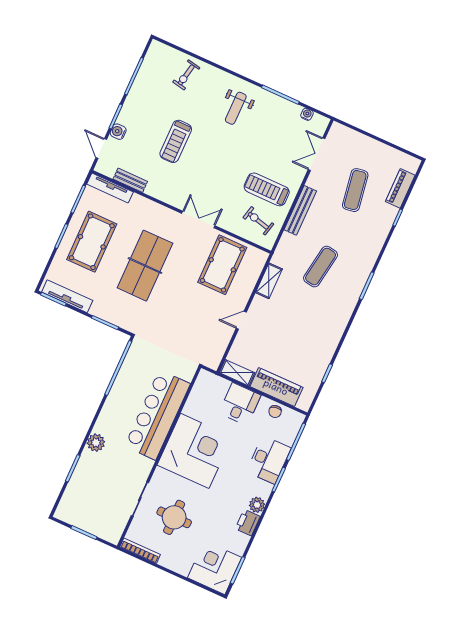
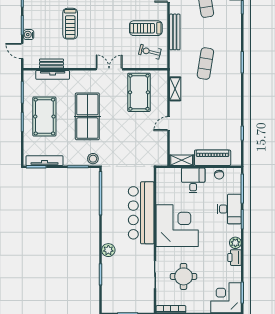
tv unit: (110, 188) -> (53, 75), moved
stool: (128, 321) -> (93, 159), added

